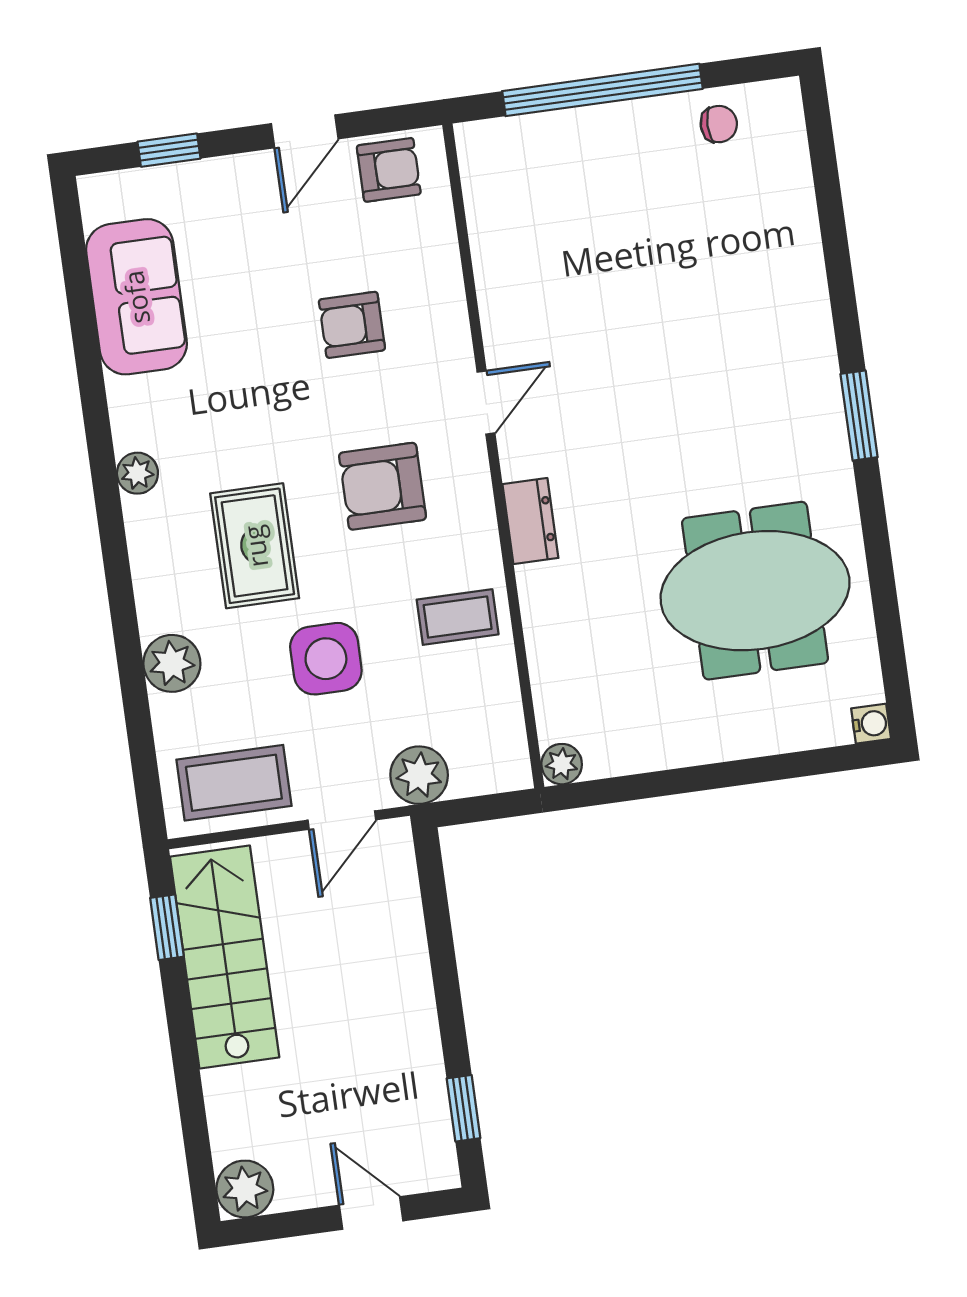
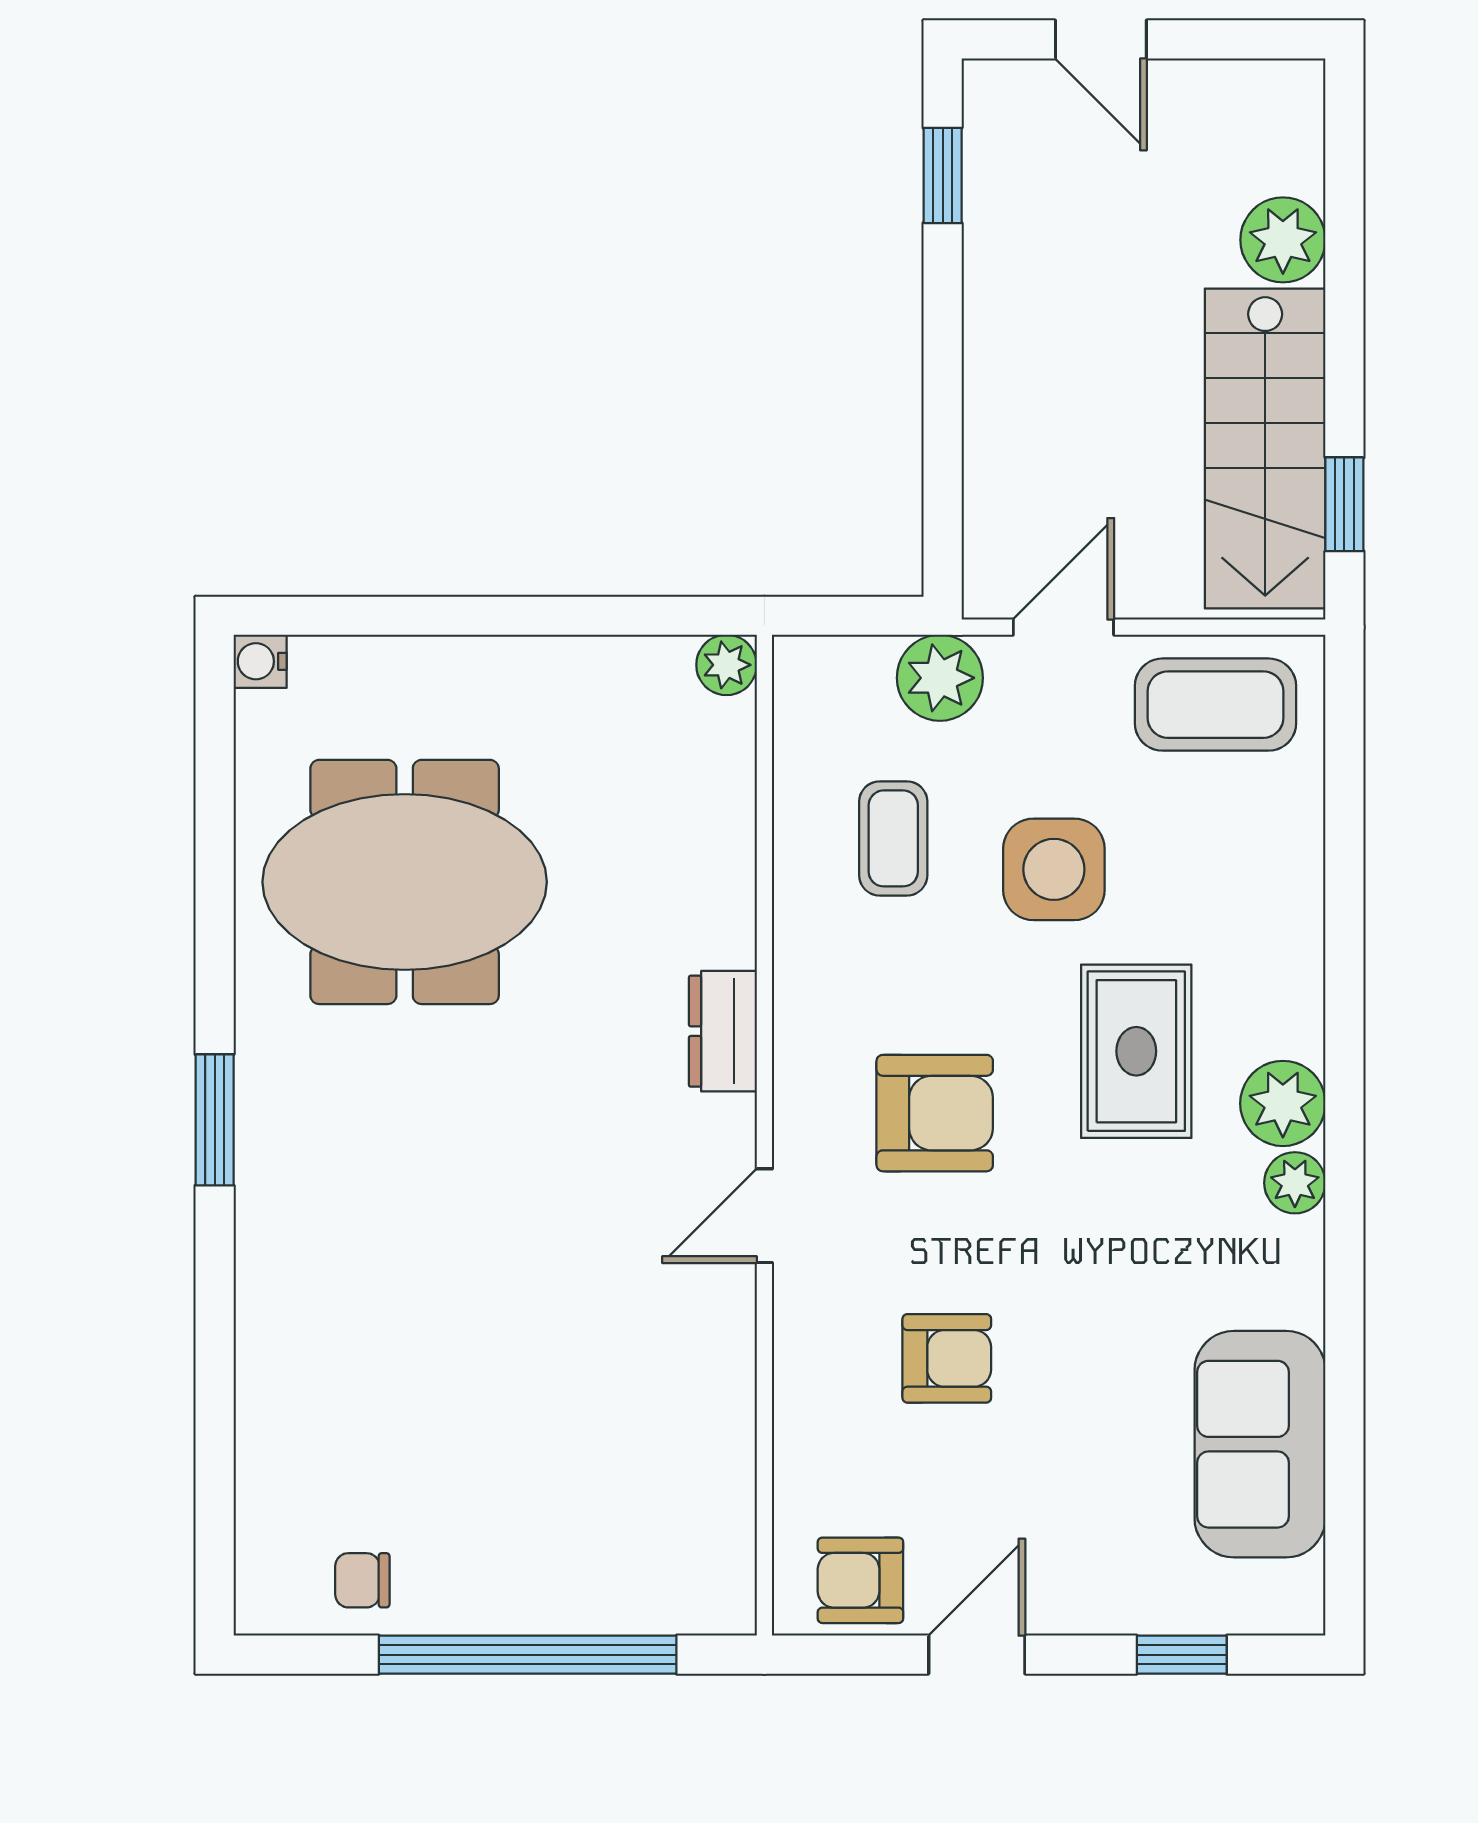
coffee table: (458, 617) -> (893, 838), moved, turned 90
plant: (172, 663) -> (1283, 1103), moved
plant: (245, 1189) -> (1283, 240), moved

